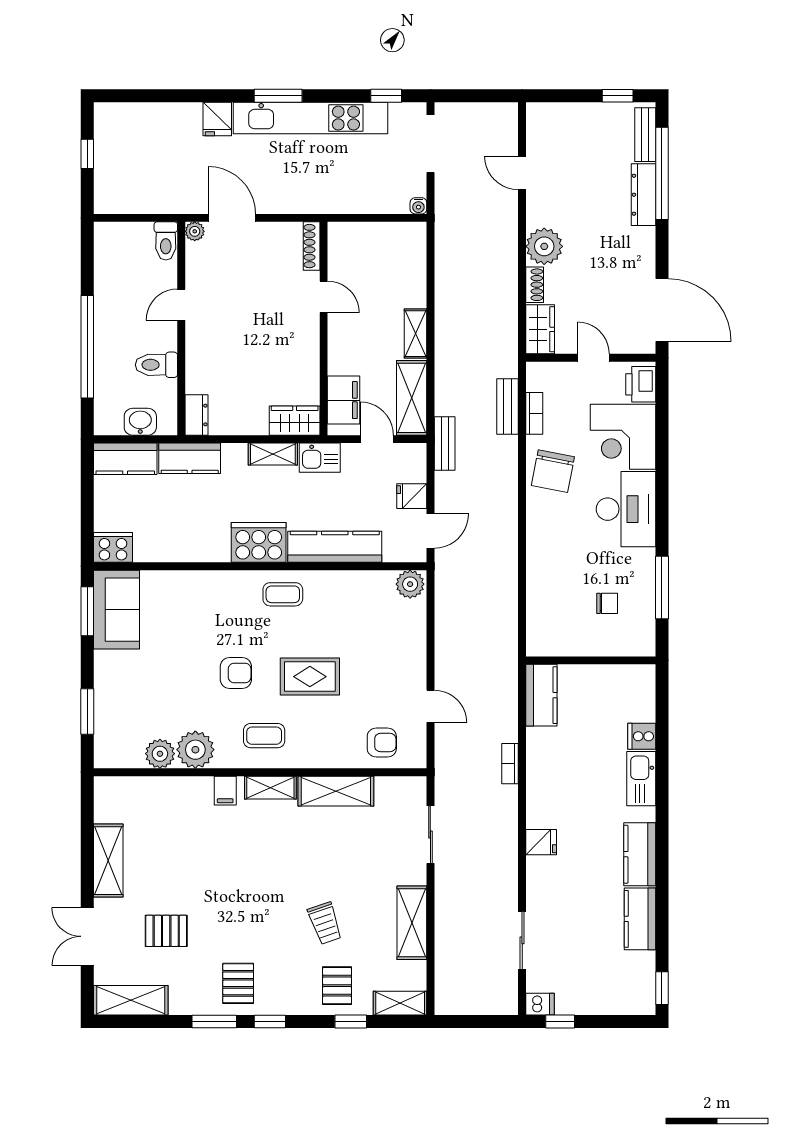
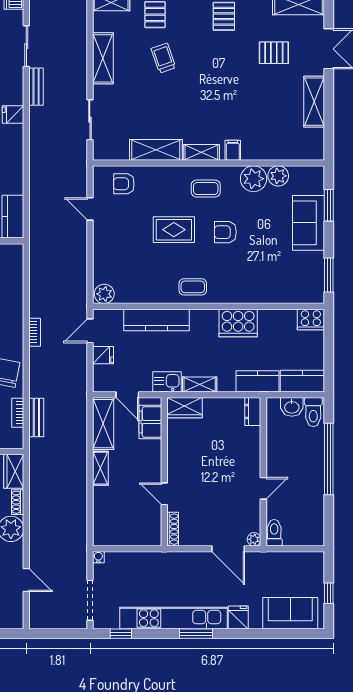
sofa: (143, 125) -> (290, 613), added
toilet: (156, 365) -> (313, 412), moved, turned 90
bench: (445, 444) -> (36, 87), moved
cooker: (259, 542) -> (238, 323), moved
sofa: (116, 610) -> (308, 223), moved
bookcase: (510, 764) -> (35, 332), moved

